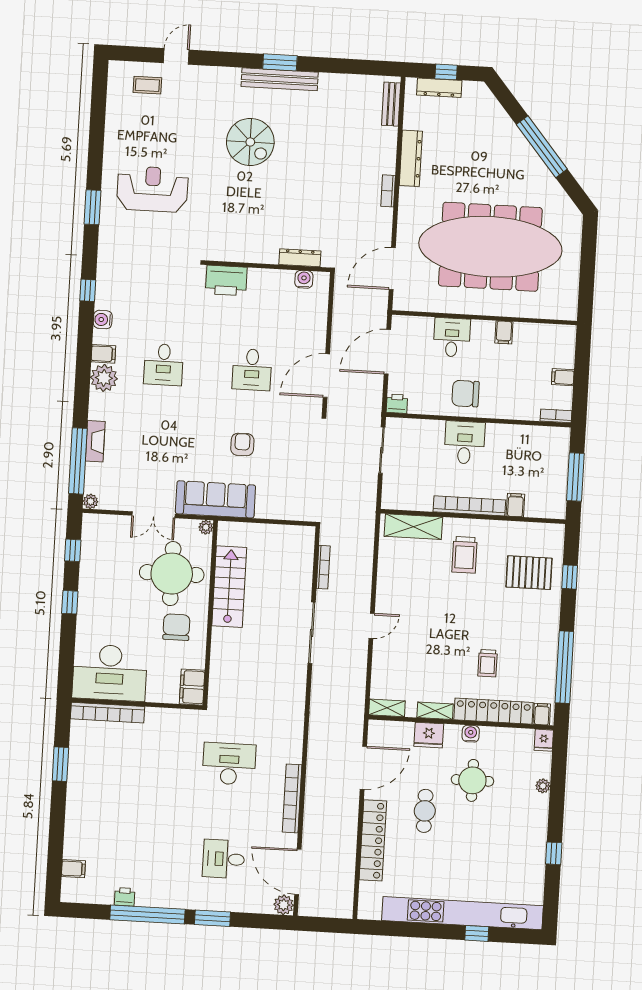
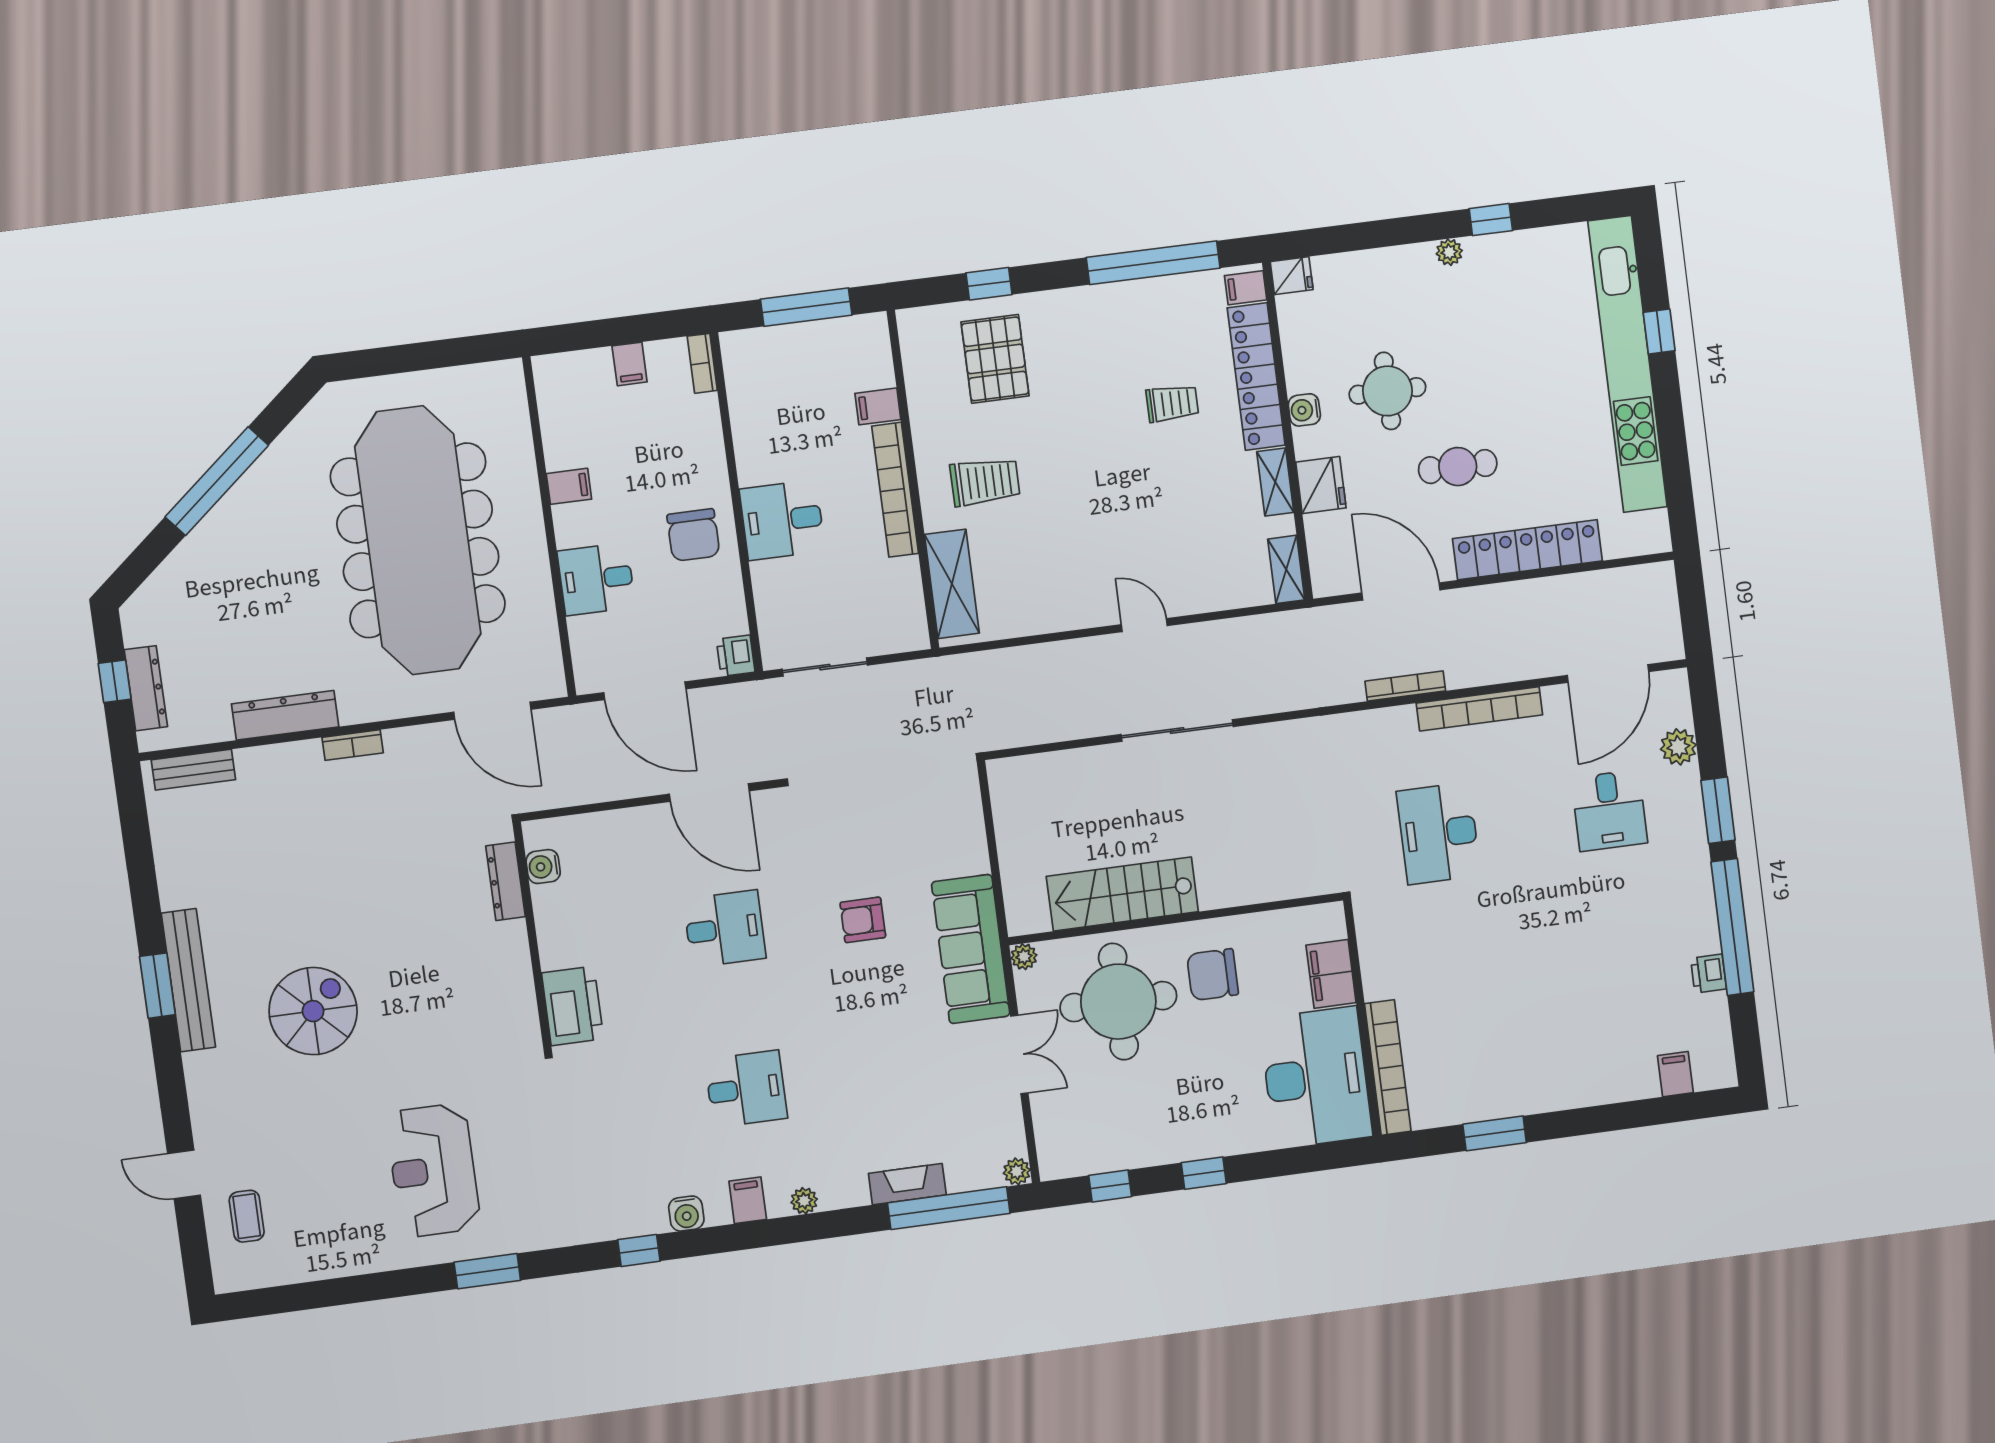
plant: (104, 378) -> (804, 1201), width x0.53, depth x0.53
bookcase: (323, 567) -> (1405, 686), moved
filing cabinet: (192, 687) -> (1331, 974), moved, turned 90
plant: (543, 786) -> (1449, 252), moved
plant: (284, 905) -> (1678, 747), moved

